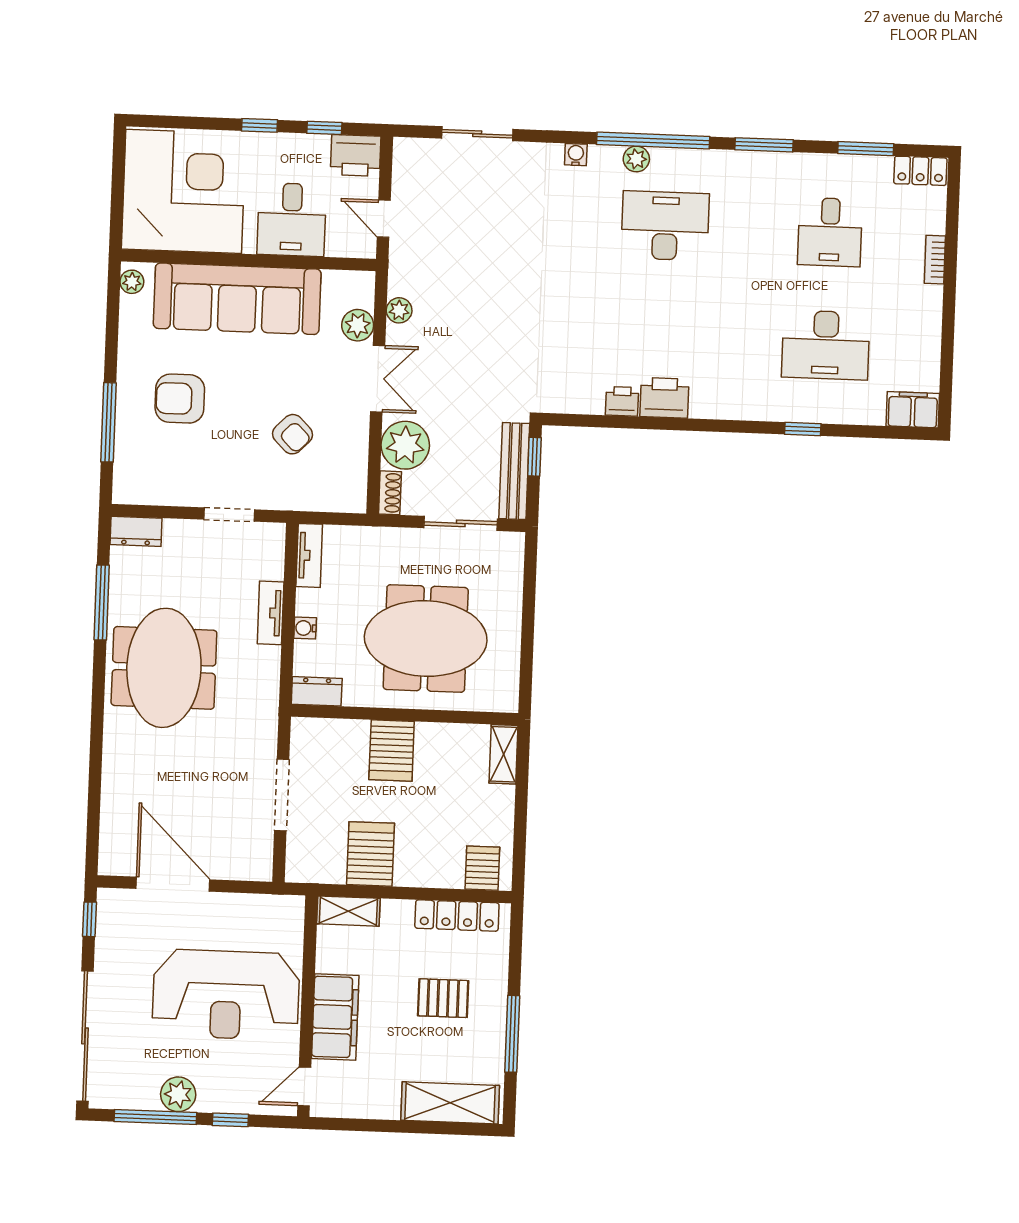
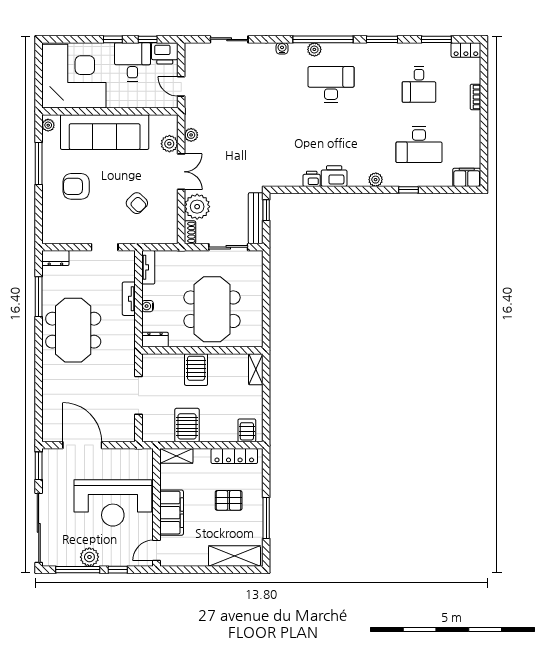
desk: (292, 220) -> (132, 62), moved, turned 180
plant: (742, 407) -> (376, 180), added
window: (109, 422) -> (39, 164), moved
meeting table: (426, 639) -> (212, 309), turned 90
window: (89, 919) -> (39, 466), width x1.50

